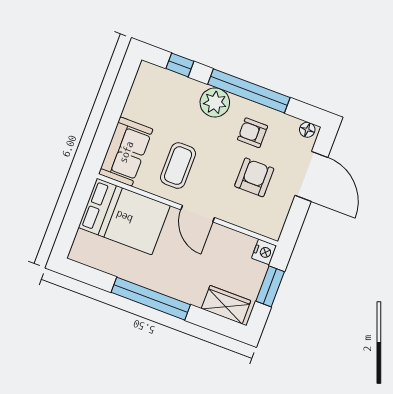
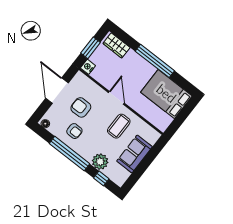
plant: (215, 103) -> (100, 162), moved
sofa: (126, 152) -> (135, 154), moved
door: (311, 176) -> (57, 91), moved
armchair: (254, 177) -> (81, 107), turned 90
bed: (124, 217) -> (166, 94), moved

